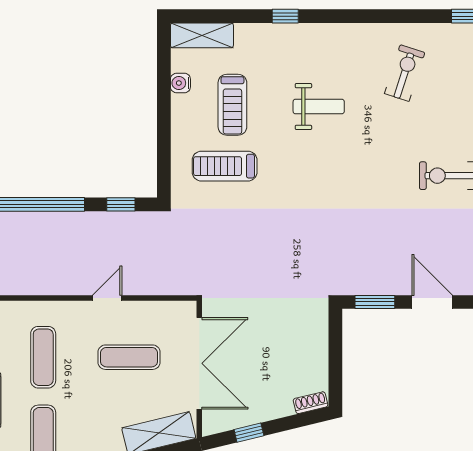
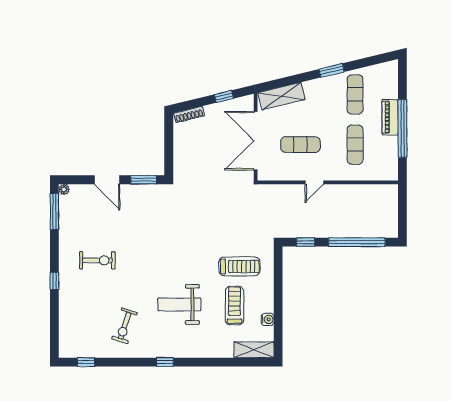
window: (285, 16) -> (165, 362), moved
weight bench: (319, 107) -> (179, 304), width x1.36, depth x1.33
shoe rack: (311, 403) -> (189, 115), width x1.43

